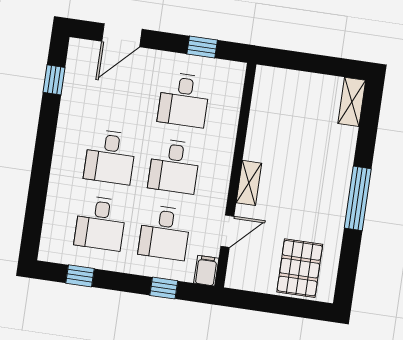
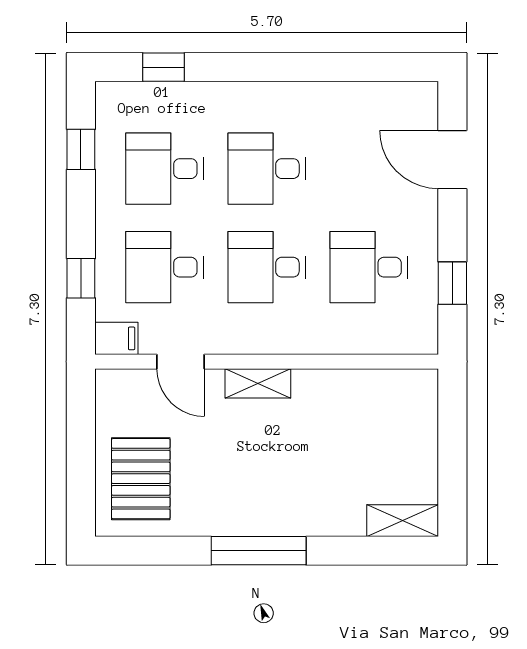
window: (54, 80) -> (164, 67), moved
pallet: (300, 268) -> (141, 479), turned 90

